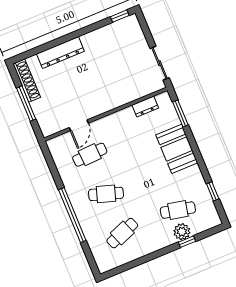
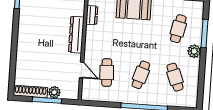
dresser: (60, 52) -> (76, 35), moved, turned 180
plant: (39, 107) -> (54, 92), added
plant: (182, 232) -> (194, 51), moved
window: (187, 242) -> (204, 34), width x2.17

